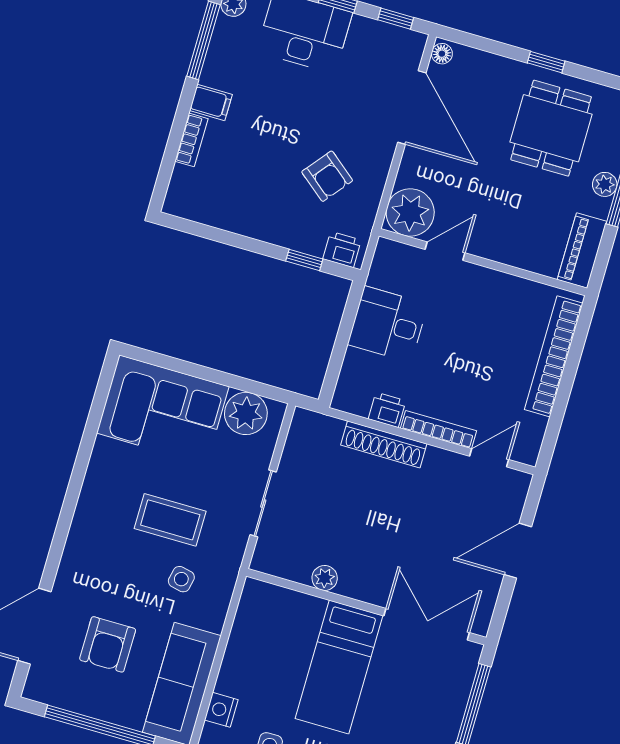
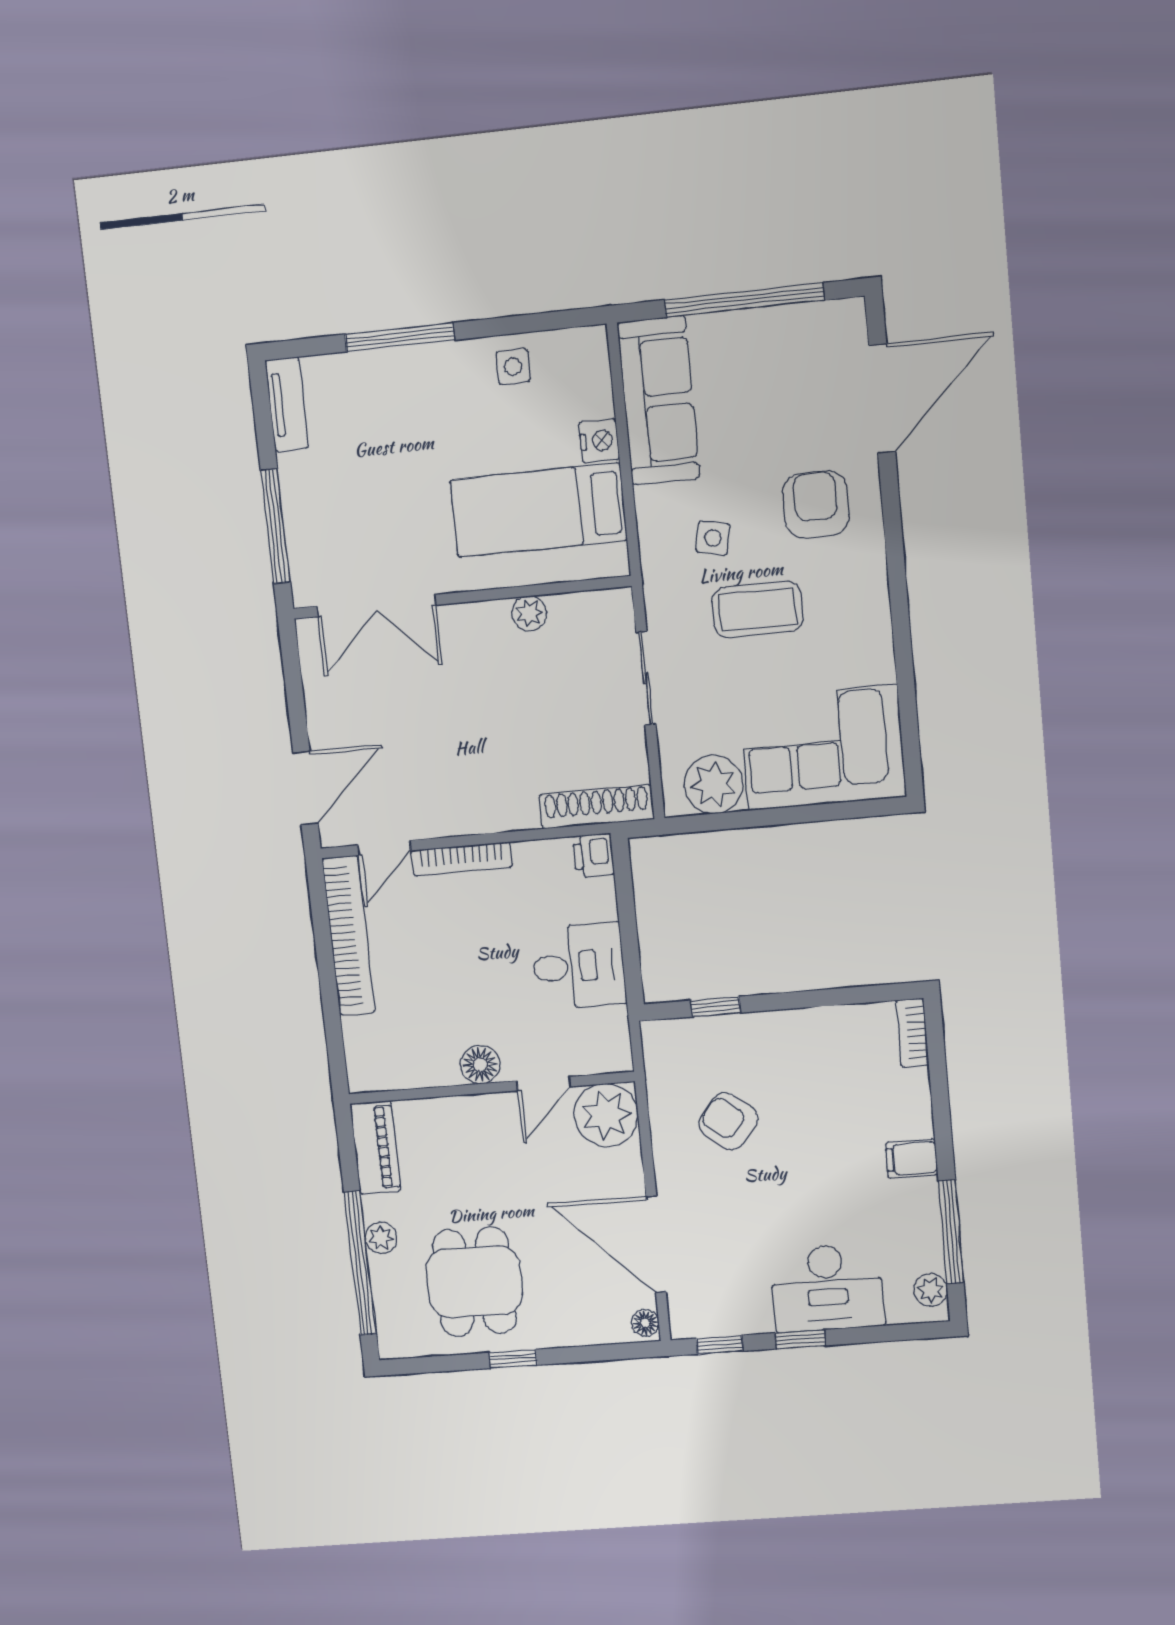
bookcase: (192, 140) -> (912, 1033), moved
printer: (342, 250) -> (673, 1038), removed
floor lamp: (484, 281) -> (480, 1065), added
bookcase: (554, 356) -> (349, 936), moved
printer: (387, 410) -> (593, 855), moved, turned 90
shoe rack: (384, 444) -> (597, 807), moved
door: (518, 551) -> (306, 788), moved
armchair: (108, 644) -> (816, 504), moved
bed: (339, 667) -> (539, 510), moved, turned -90
nightstand: (221, 710) -> (599, 441), moved

